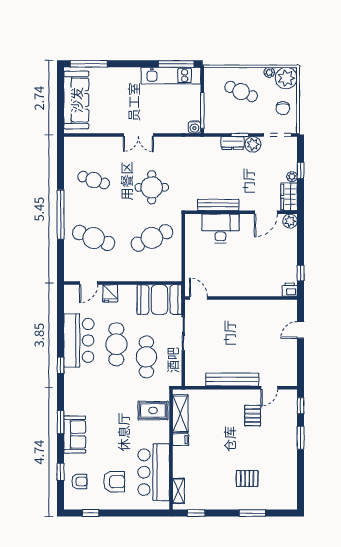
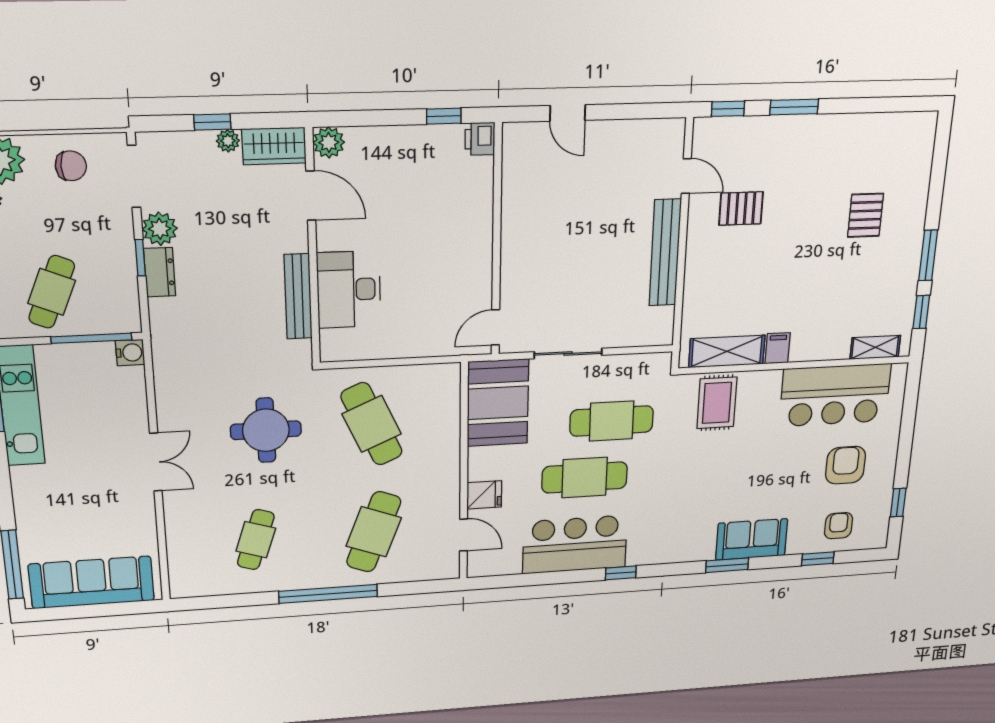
cafe table: (241, 92) -> (52, 292), moved
window: (252, 513) -> (928, 255), moved

